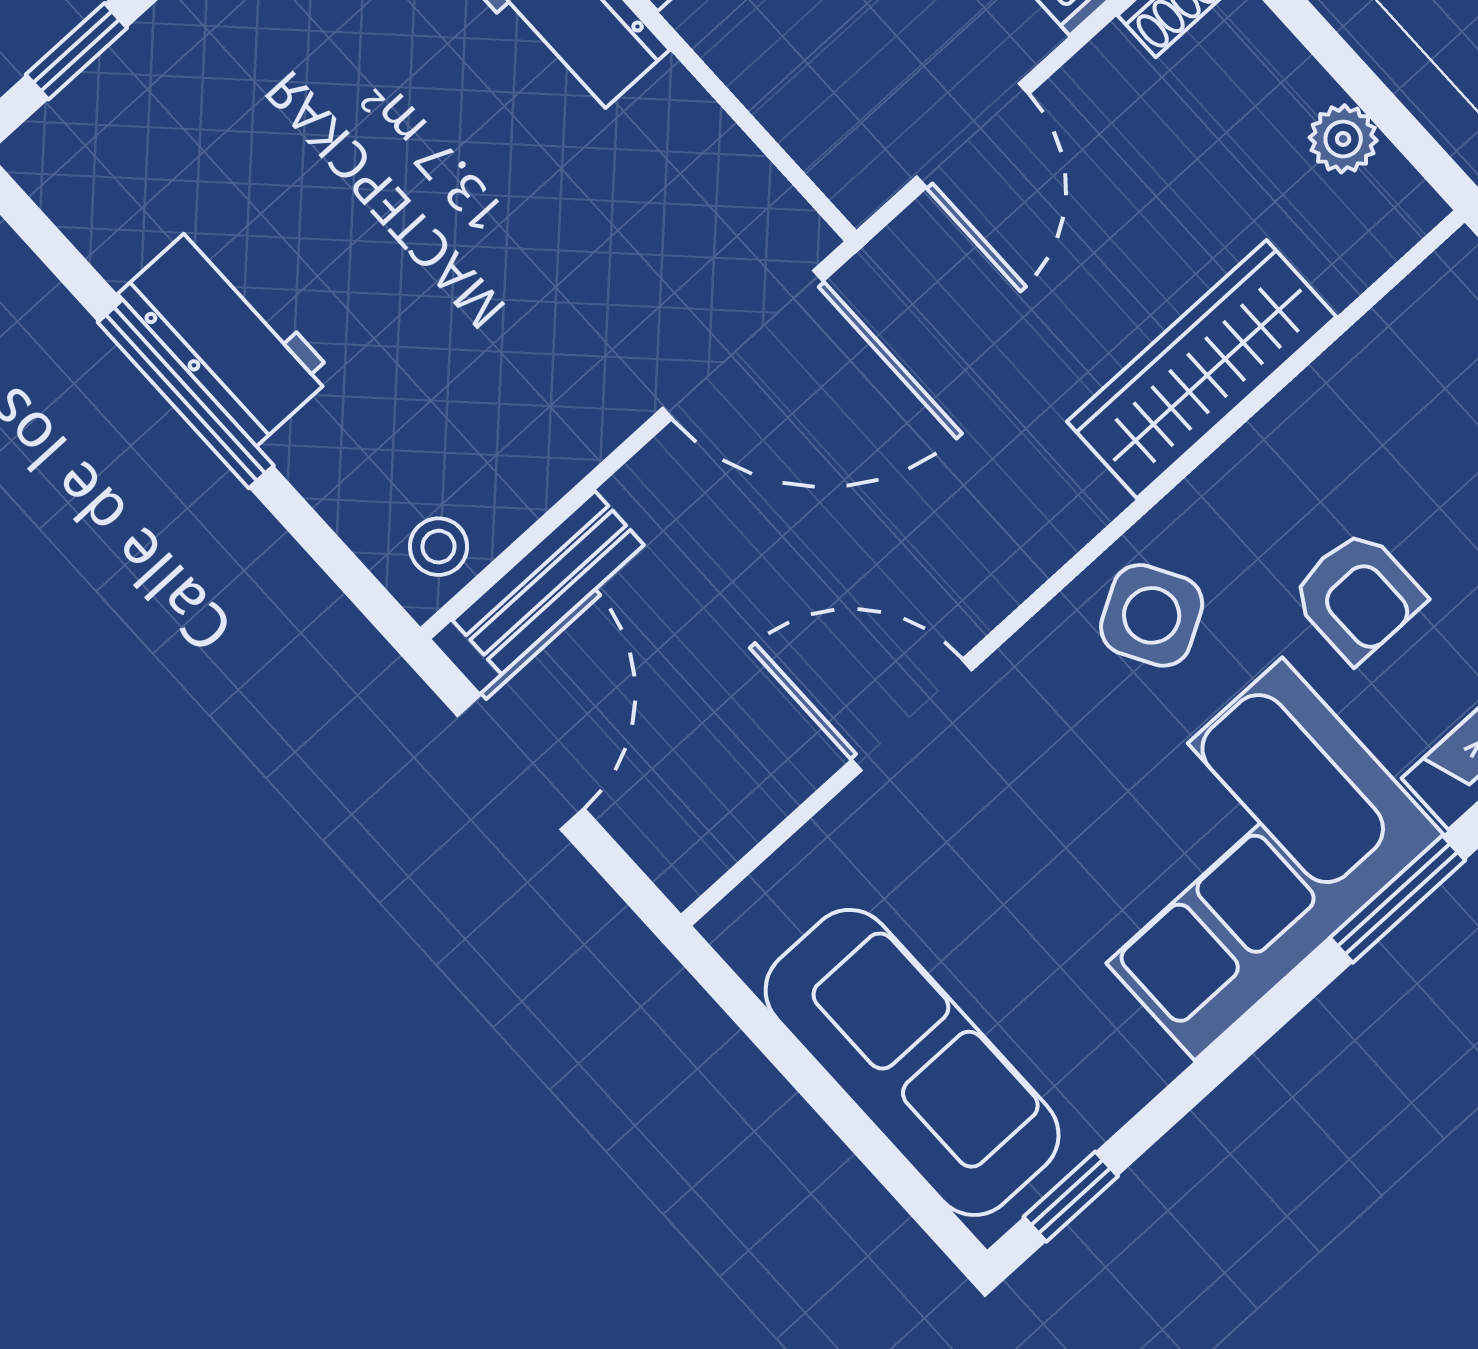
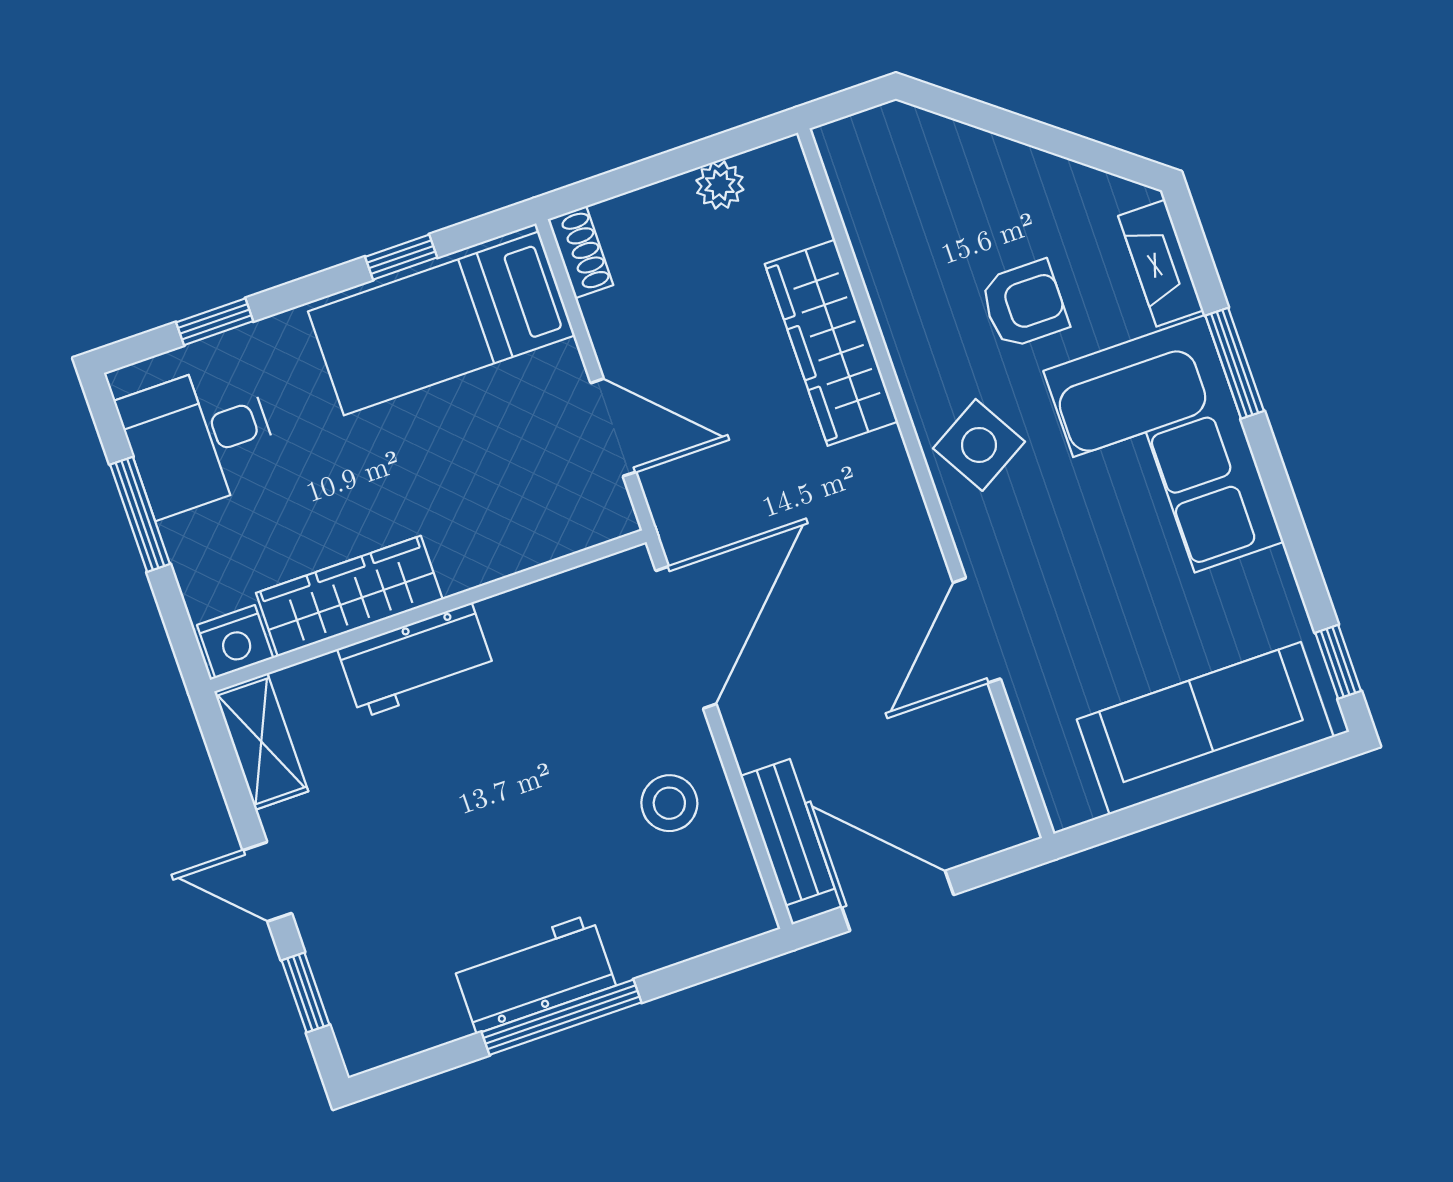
stool: (438, 547) -> (669, 803), moved, width x1.37, depth x1.37

